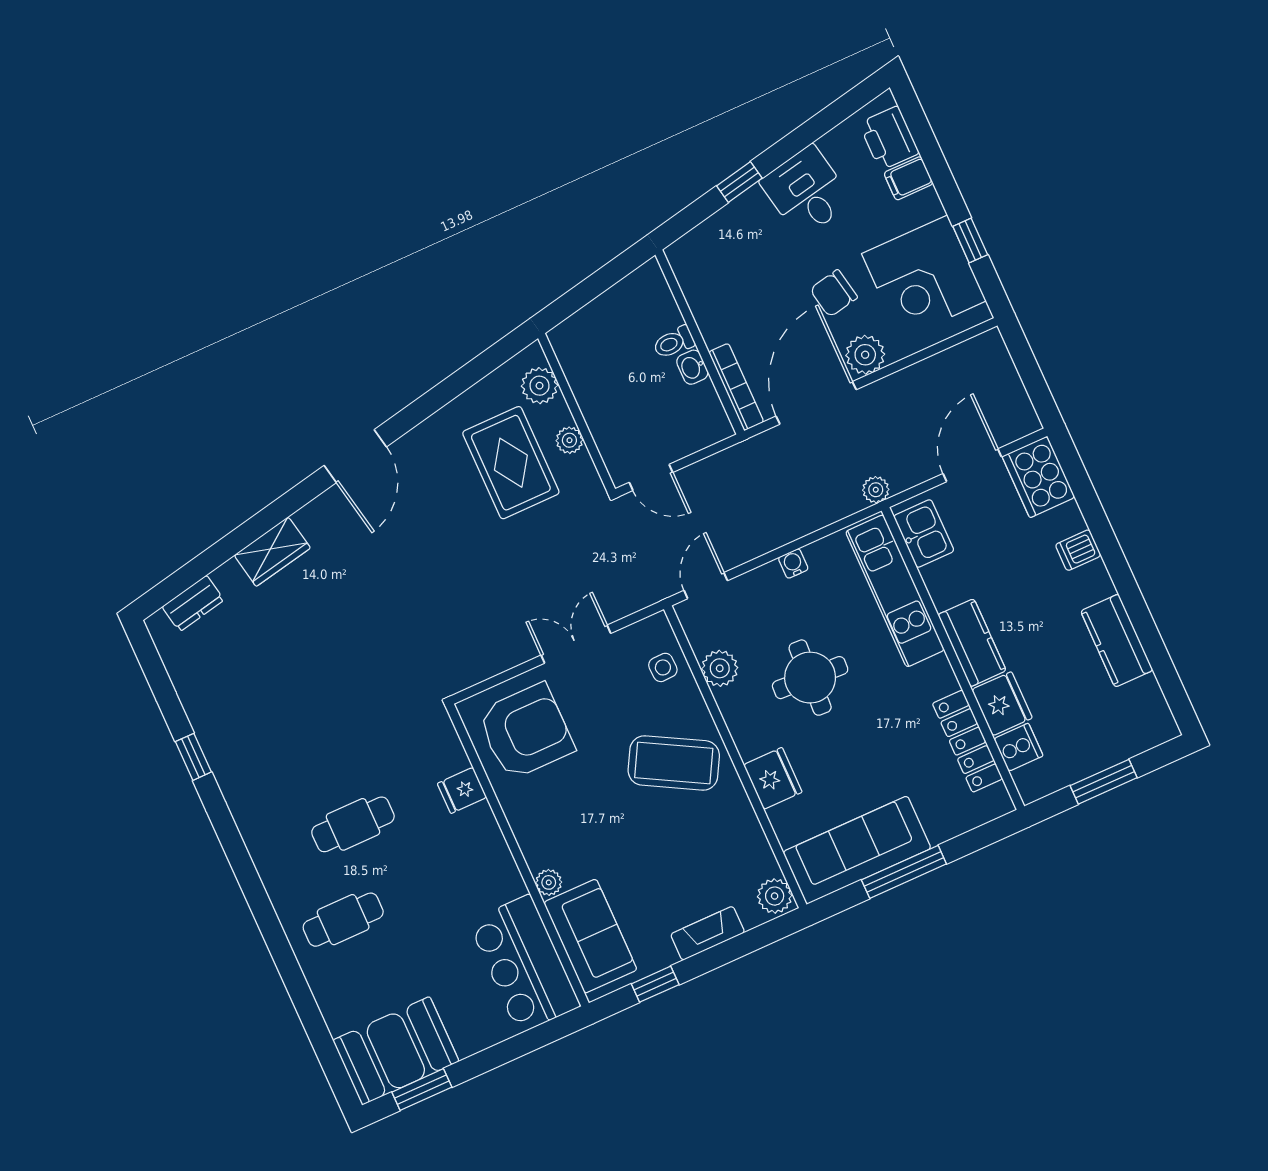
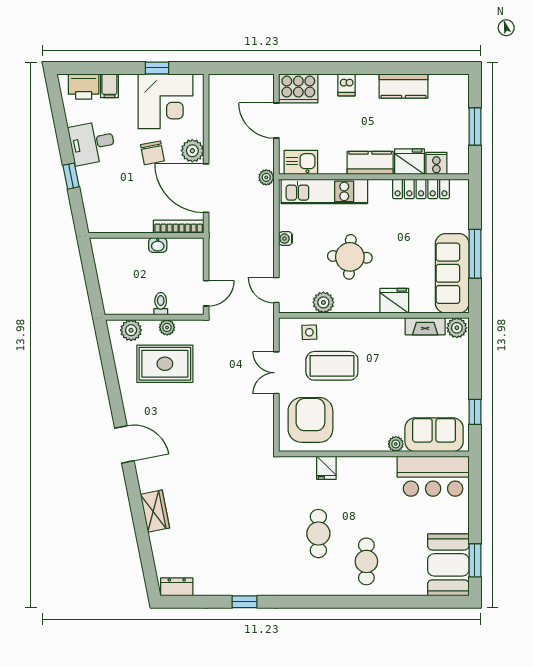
toilet: (674, 342) -> (161, 304), moved, turned 180
dresser: (193, 603) -> (177, 587), moved, turned -79
coffee table: (674, 763) -> (332, 366), moved, turned 61
fireplace: (708, 933) -> (425, 326), moved, turned -90

